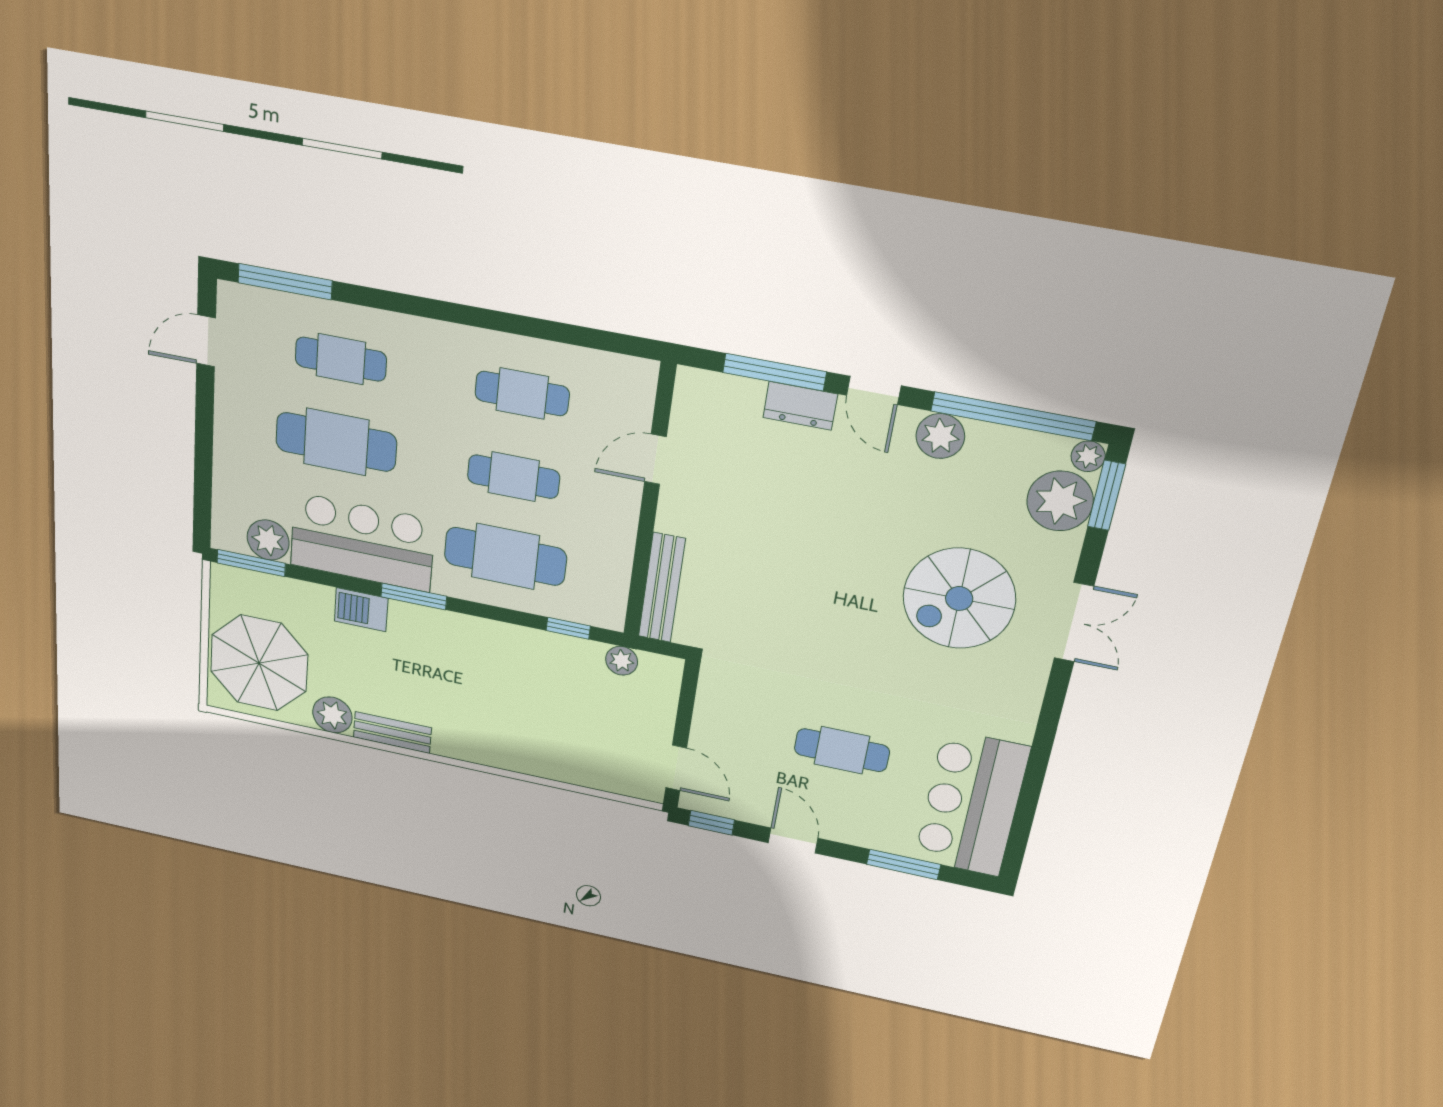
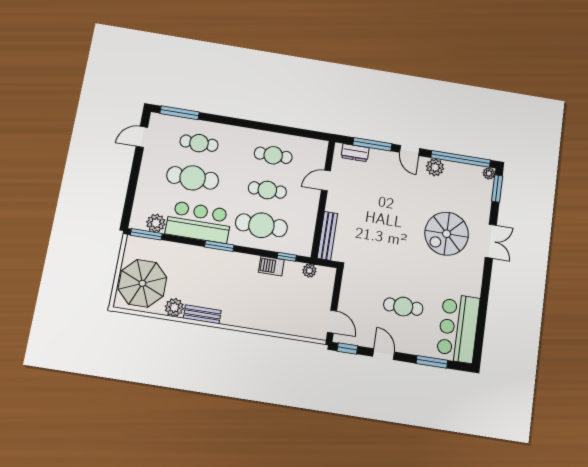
dresser: (800, 406) -> (355, 153), moved
plant: (1060, 501) -> (481, 191), removed
barbecue: (361, 610) -> (271, 266), moved

